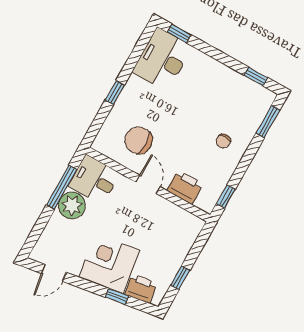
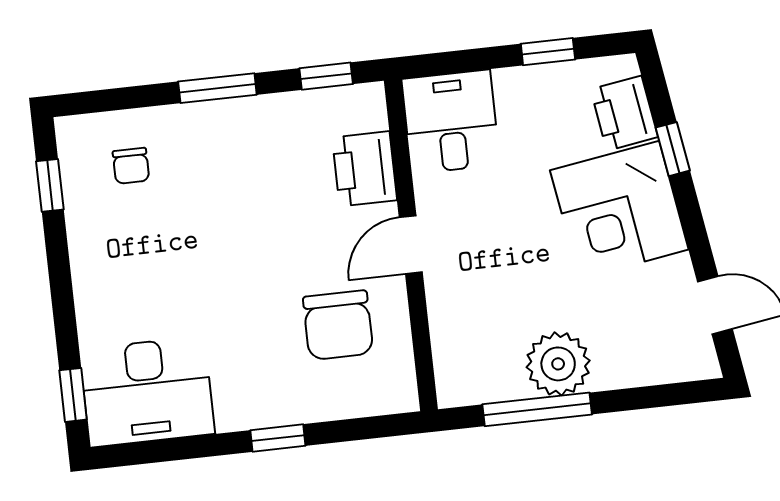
window: (268, 122) -> (217, 88), moved
chair: (223, 141) -> (131, 166), moved, turned 88
desk: (94, 180) -> (451, 122), moved, turned 180

